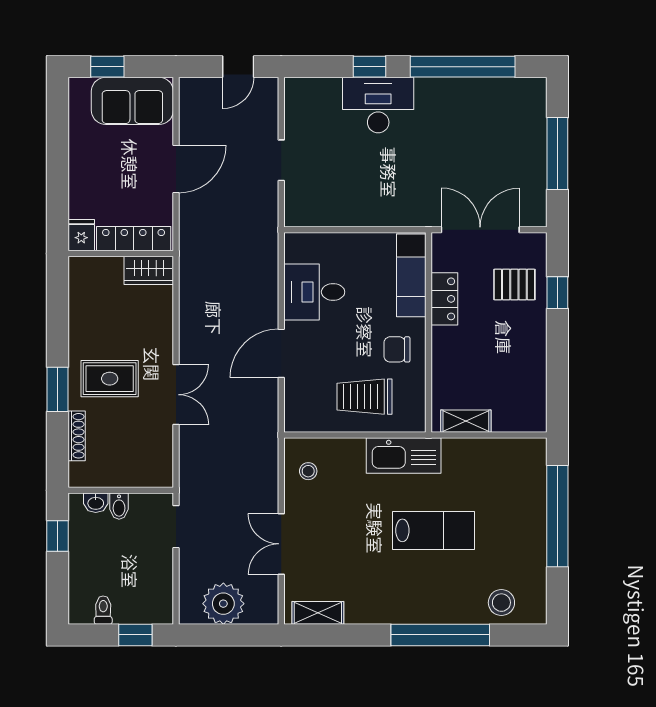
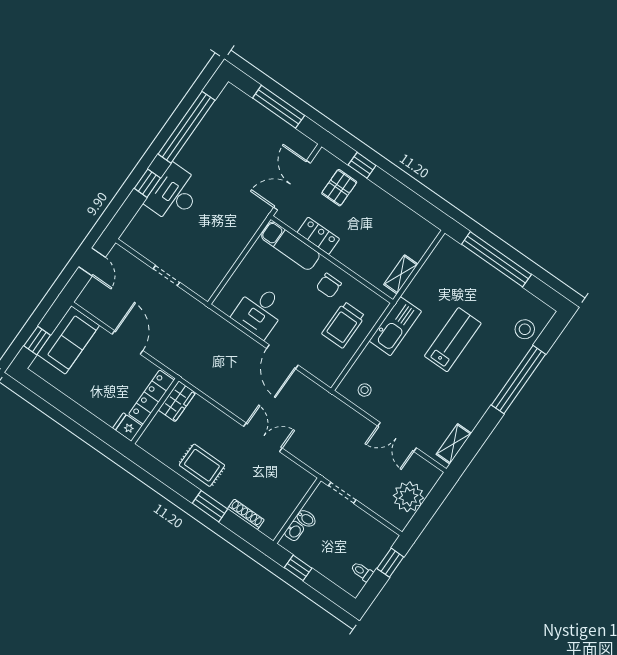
rug: (110, 379) -> (202, 465), moved, turned 90

